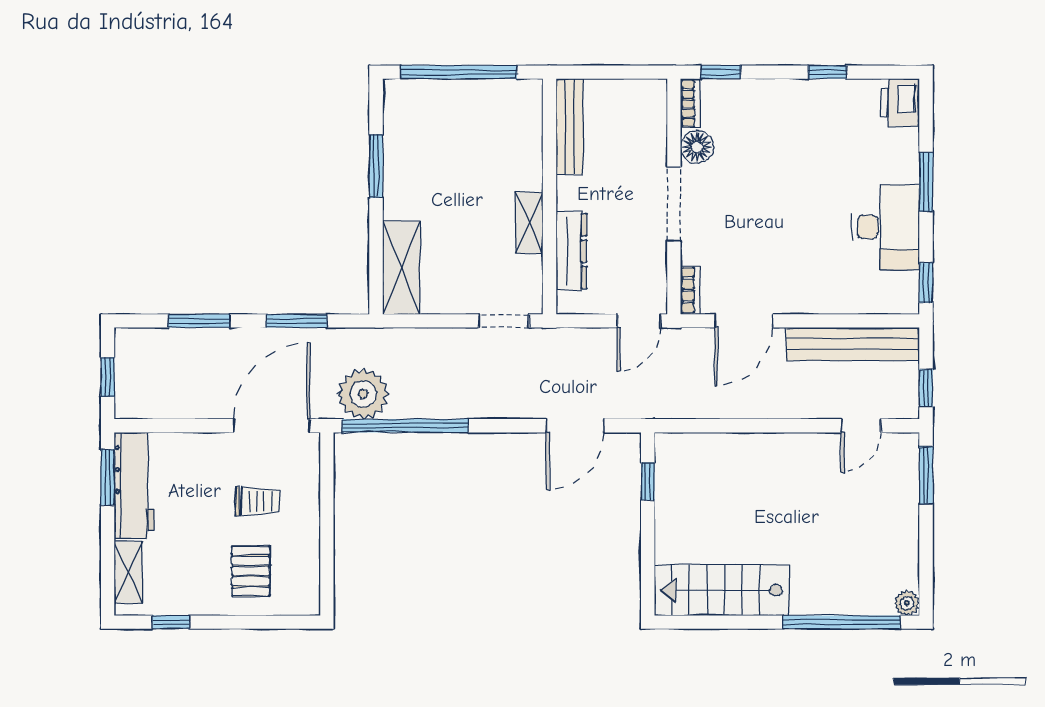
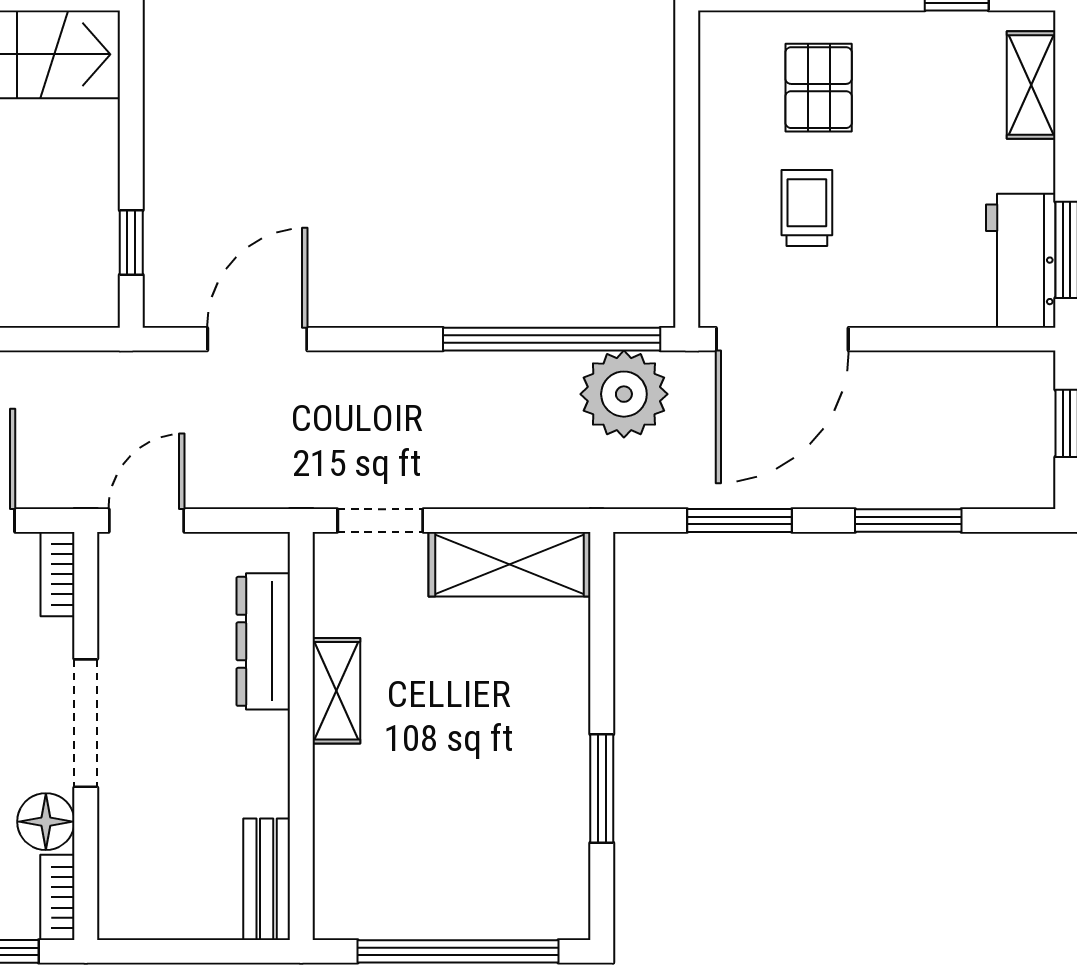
bench: (569, 127) -> (267, 879), width x0.73
shelving: (401, 268) -> (510, 564), moved, turned 90
workbench: (134, 485) -> (1021, 261), width x0.73
trolley: (258, 501) -> (807, 208), turned 90

